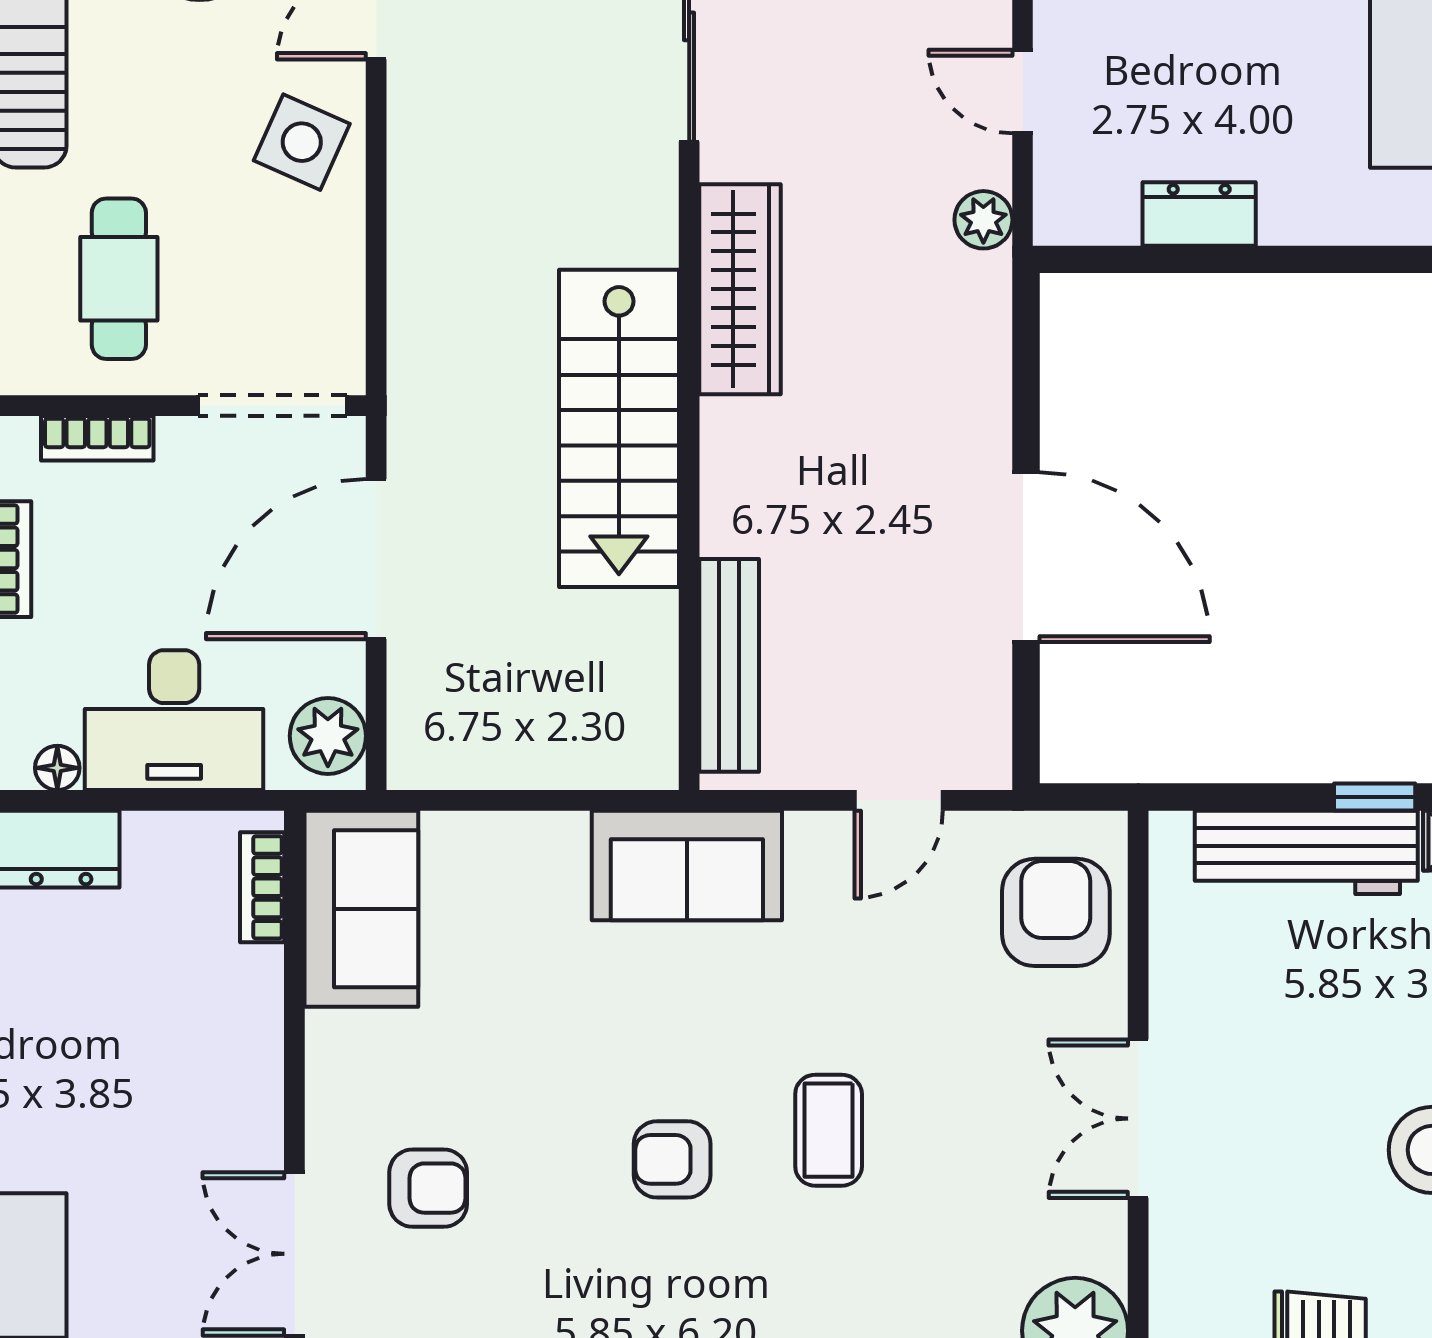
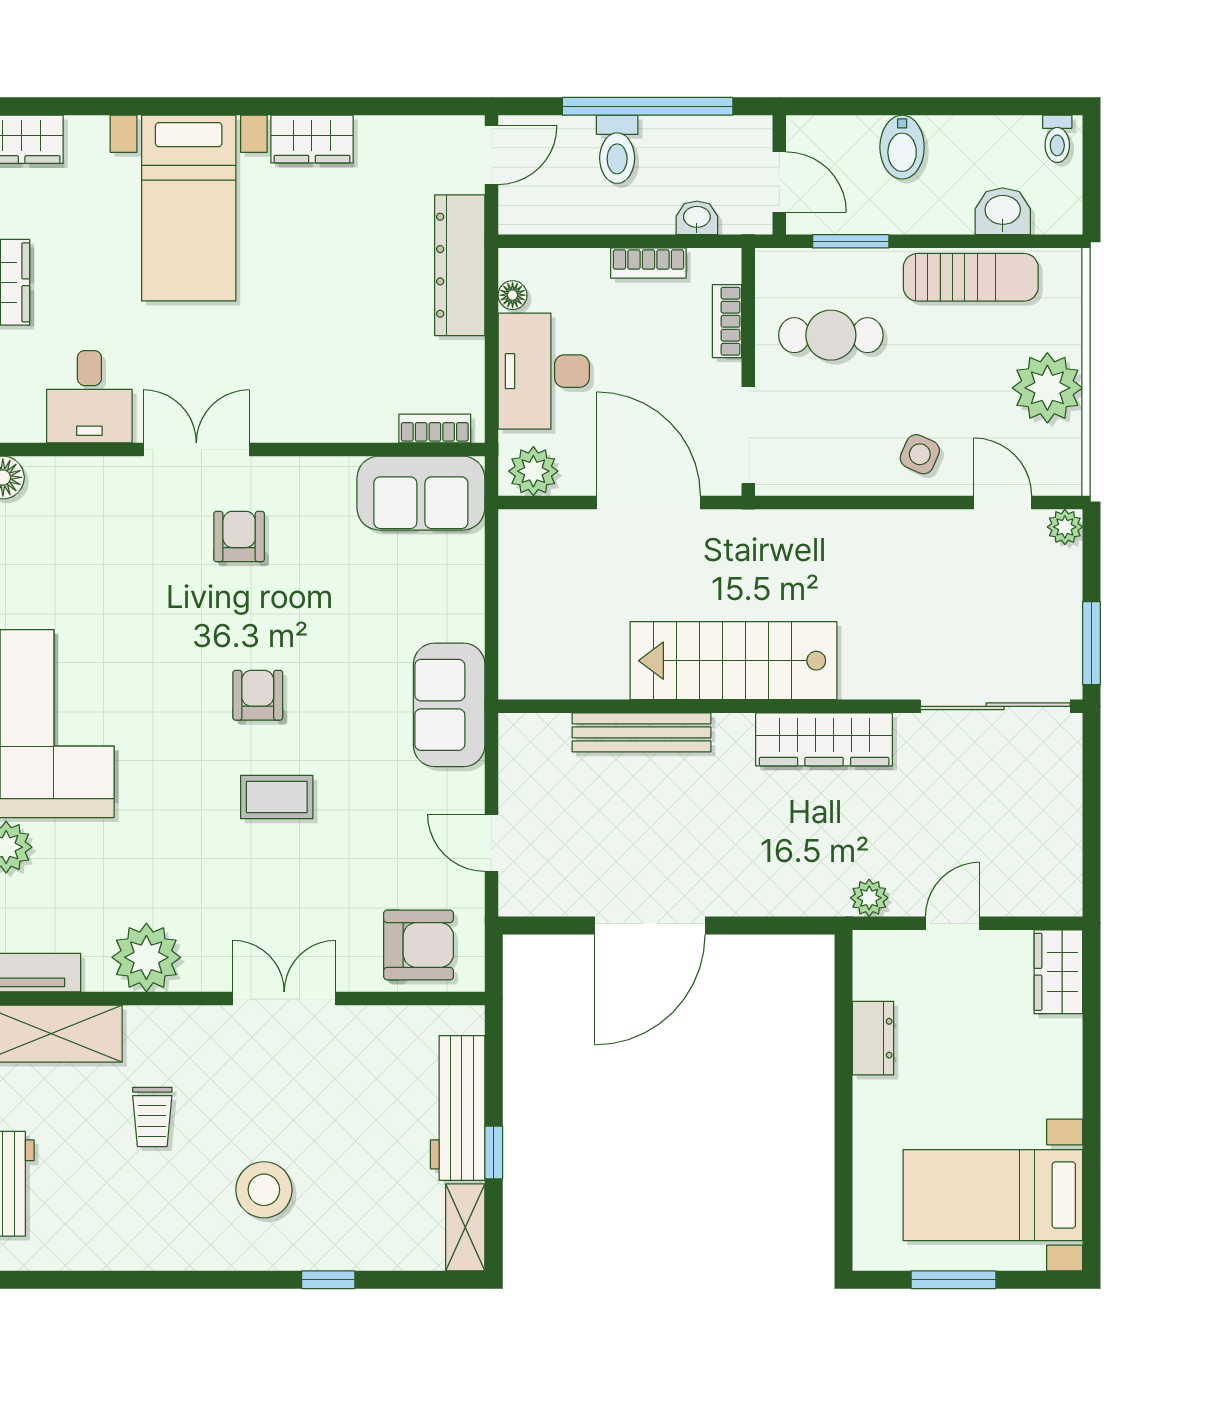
side table: (302, 142) -> (920, 454), width x0.73, depth x0.73
bench: (729, 665) -> (641, 732), moved
armchair: (428, 1188) -> (239, 536), turned 180

